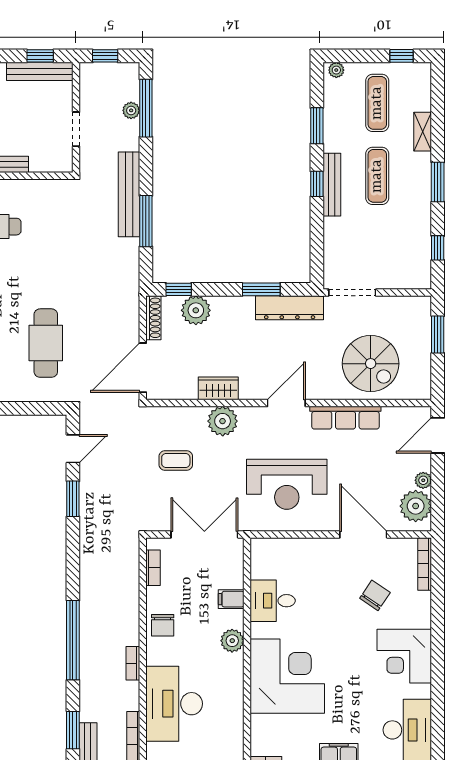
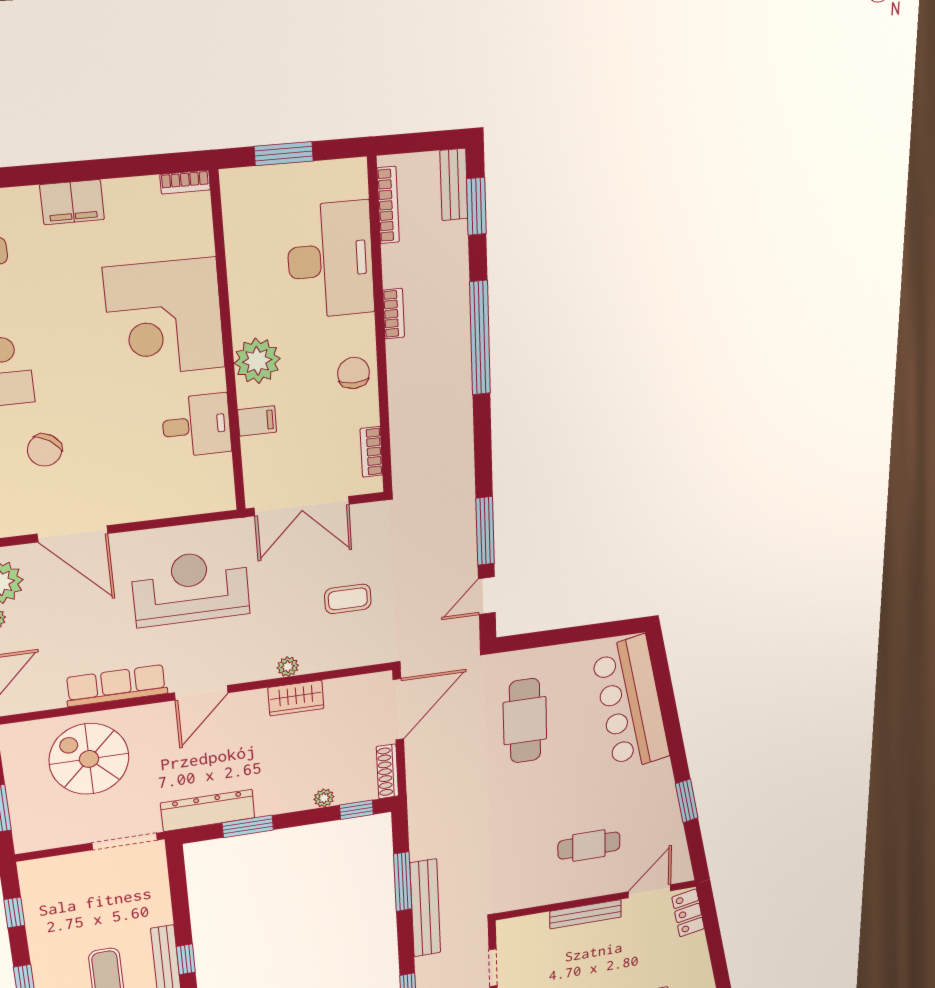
plant: (196, 310) -> (324, 798), width x0.53, depth x0.53
plant: (223, 421) -> (288, 667), width x0.53, depth x0.53
window: (73, 499) -> (485, 531), width x1.44
plant: (232, 641) -> (257, 361), width x1.36, depth x1.36

